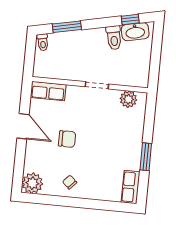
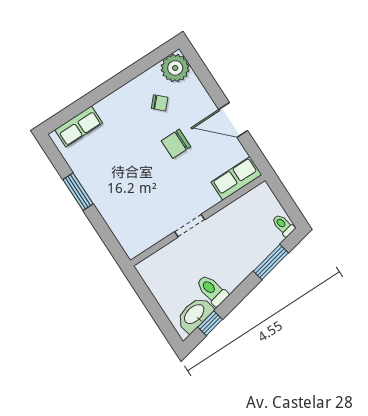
plant: (128, 99) -> (145, 238), removed
chair: (70, 182) -> (160, 103), moved
row of seats: (131, 187) -> (79, 126), moved, turned 90

